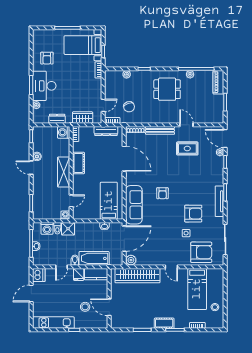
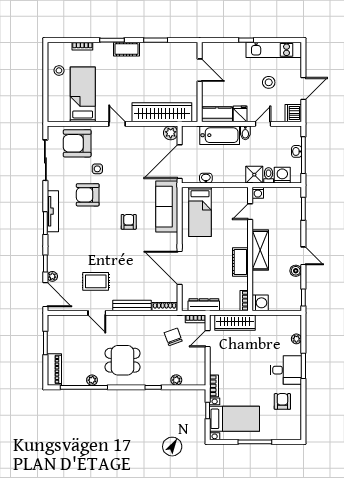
desk: (44, 86) -> (286, 370), width x0.73
wardrobe: (83, 118) -> (235, 323), width x1.50
dresser: (57, 119) -> (269, 321), removed
stool: (85, 307) -> (269, 82), moved

